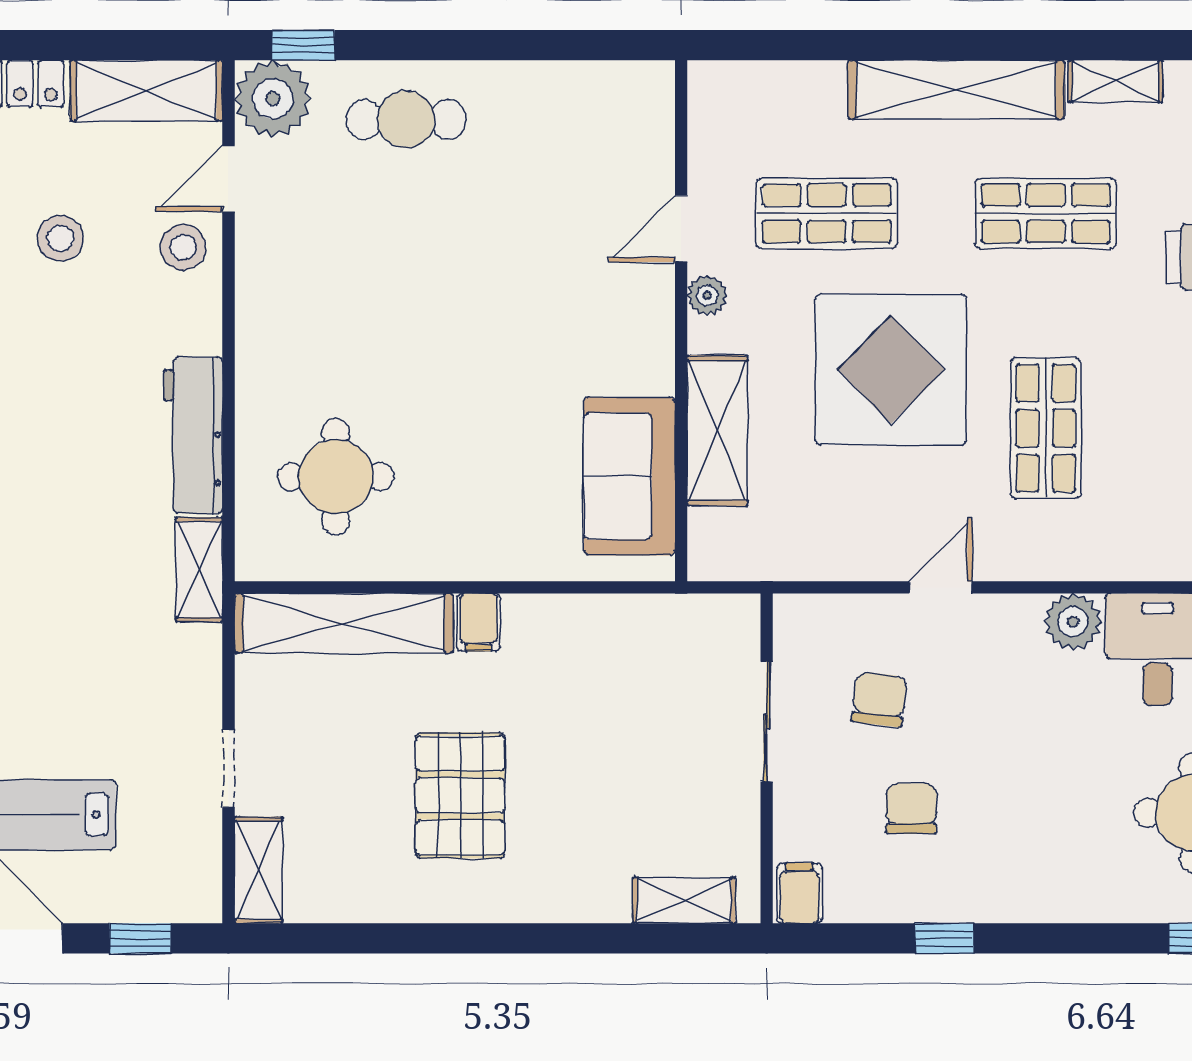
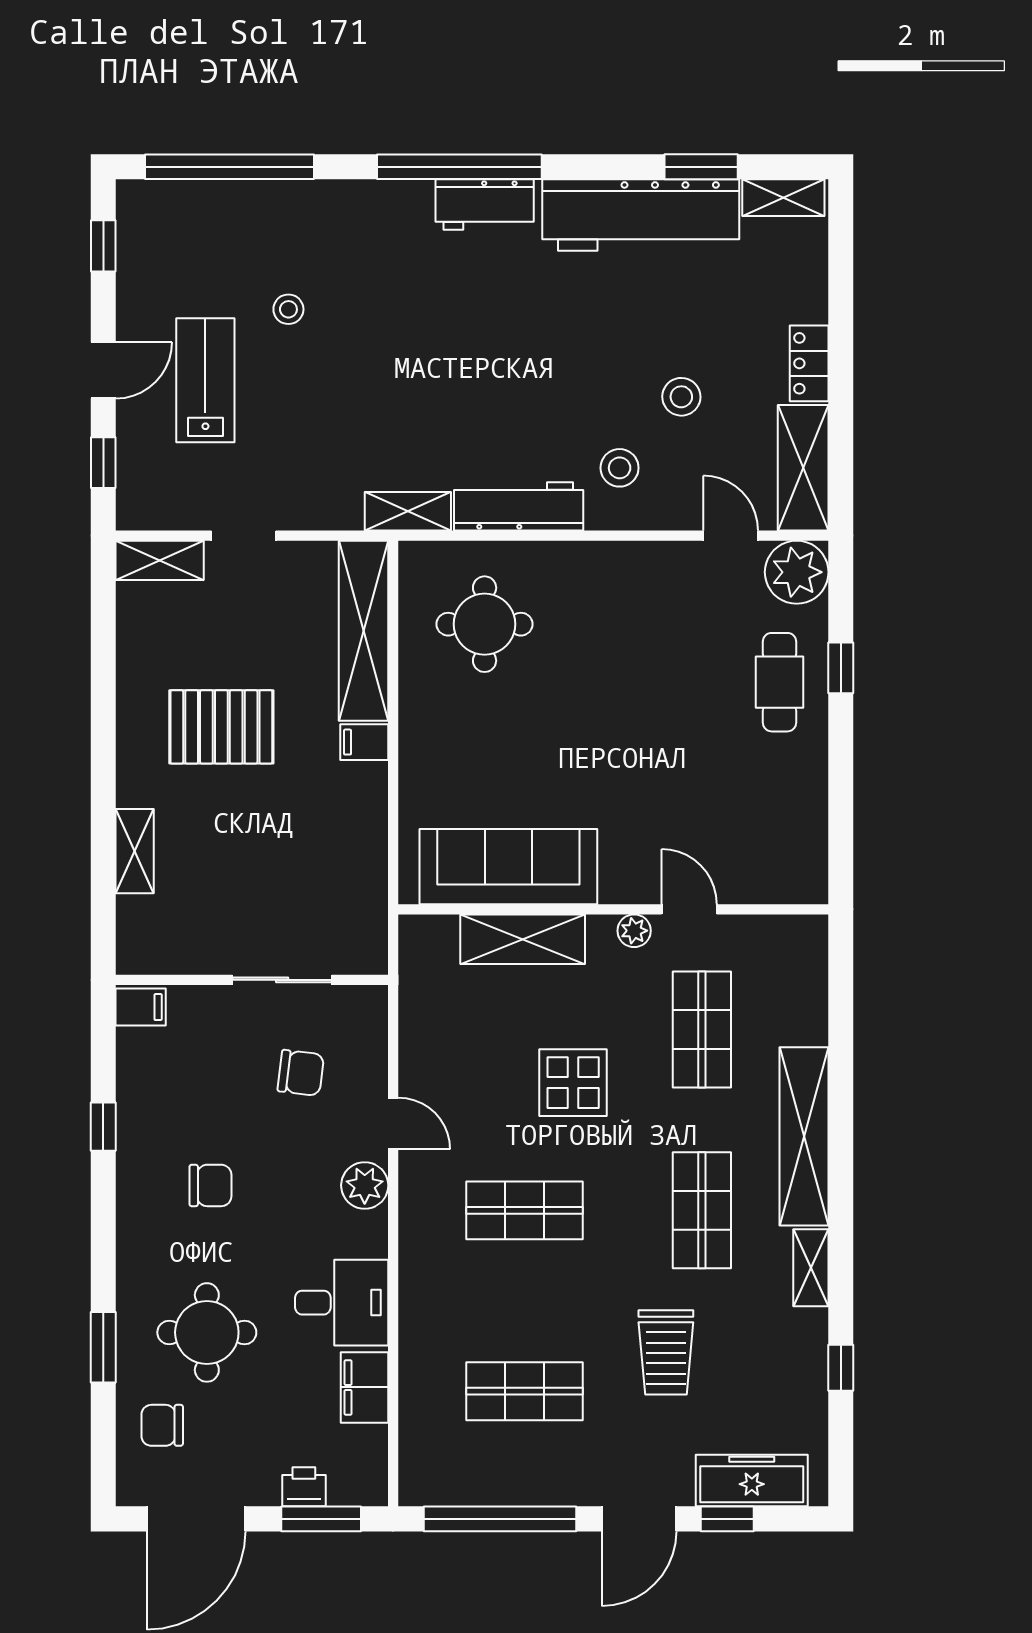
window: (303, 45) -> (841, 668), moved
stool: (183, 247) -> (620, 468), moved
display table: (891, 369) -> (573, 1083), width x0.54, depth x0.54
sofa: (629, 476) -> (508, 867), width x1.36
plant: (1073, 622) -> (365, 1185), moved
chair: (911, 809) -> (210, 1185), moved
shelving: (684, 900) -> (135, 851), moved

